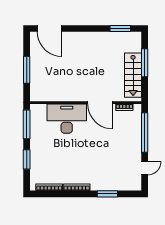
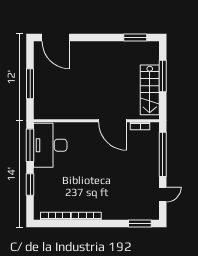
desk: (67, 119) -> (50, 145), moved, turned -90
window: (107, 194) -> (140, 223), moved

